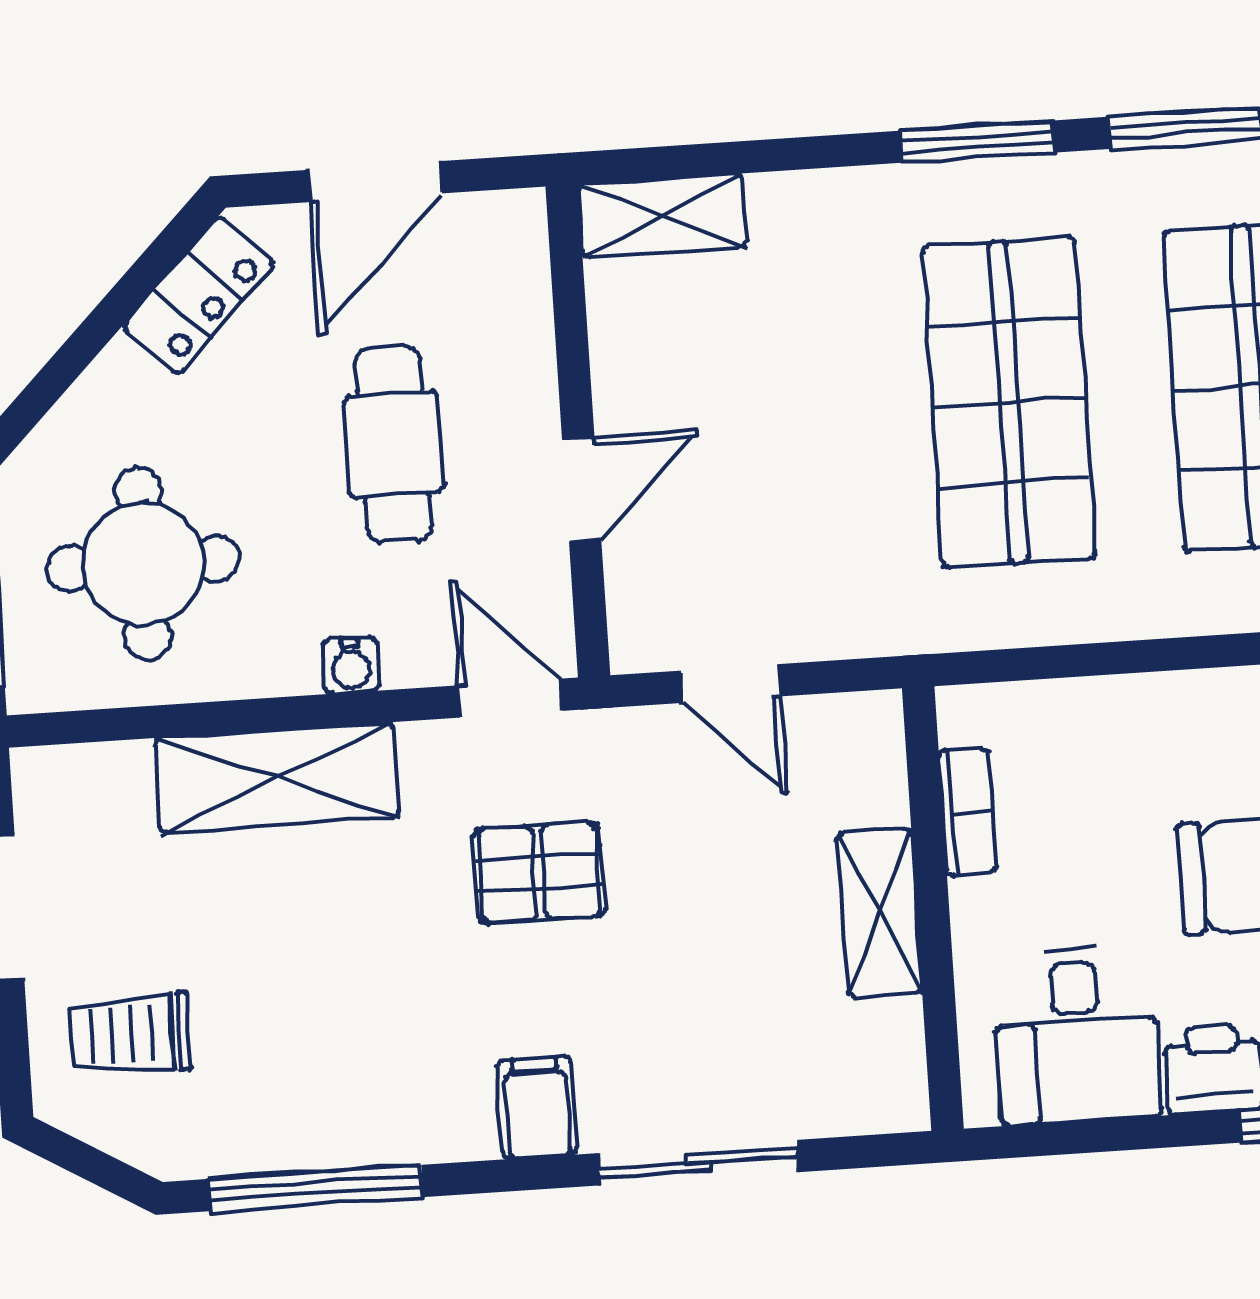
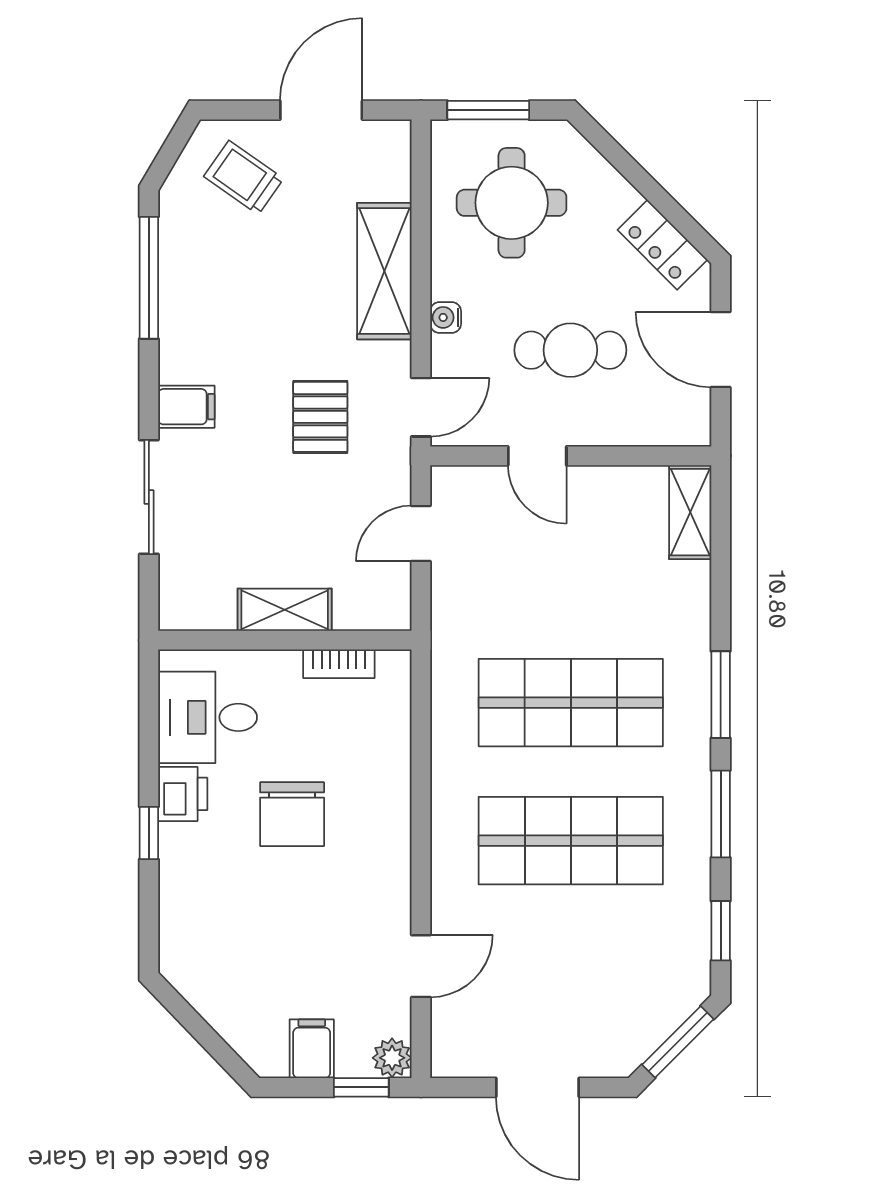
trolley: (130, 1034) -> (244, 178), turned -55

